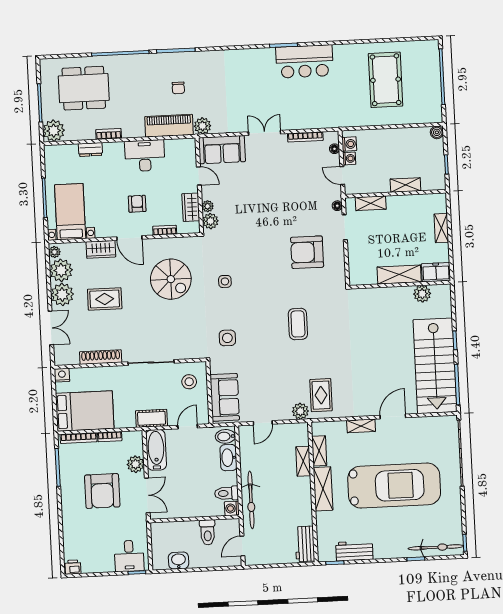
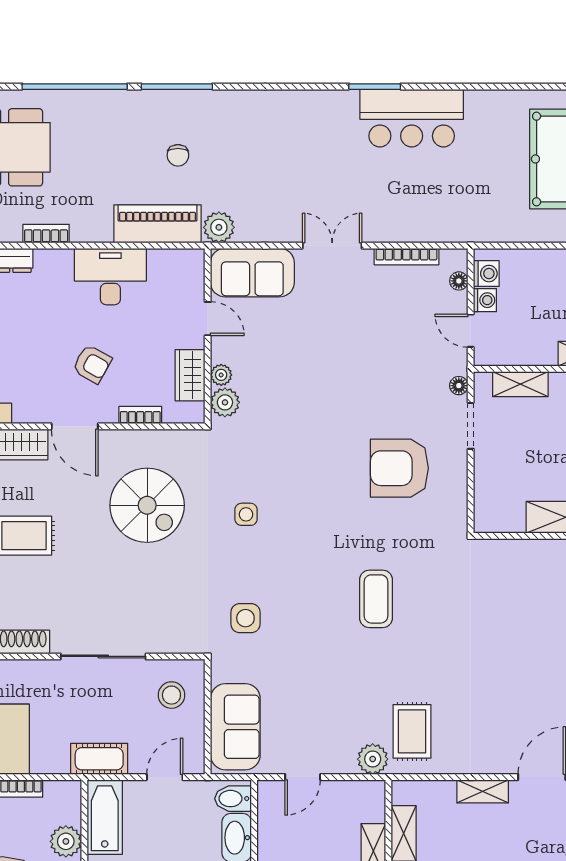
armchair: (137, 204) -> (92, 364), turned 119

